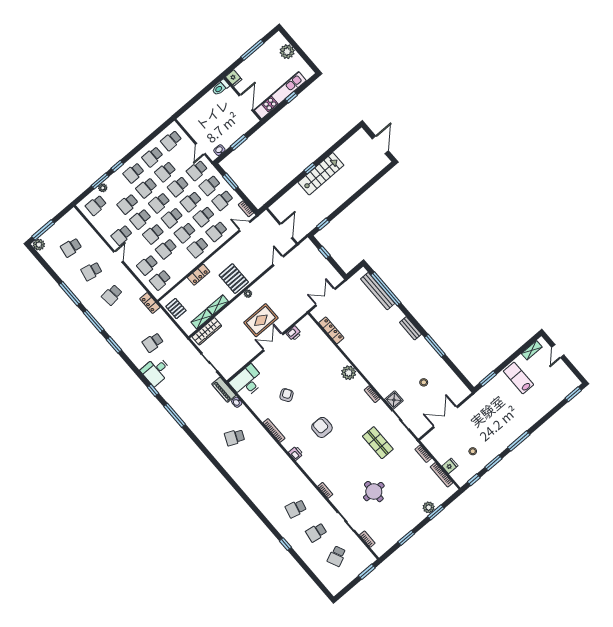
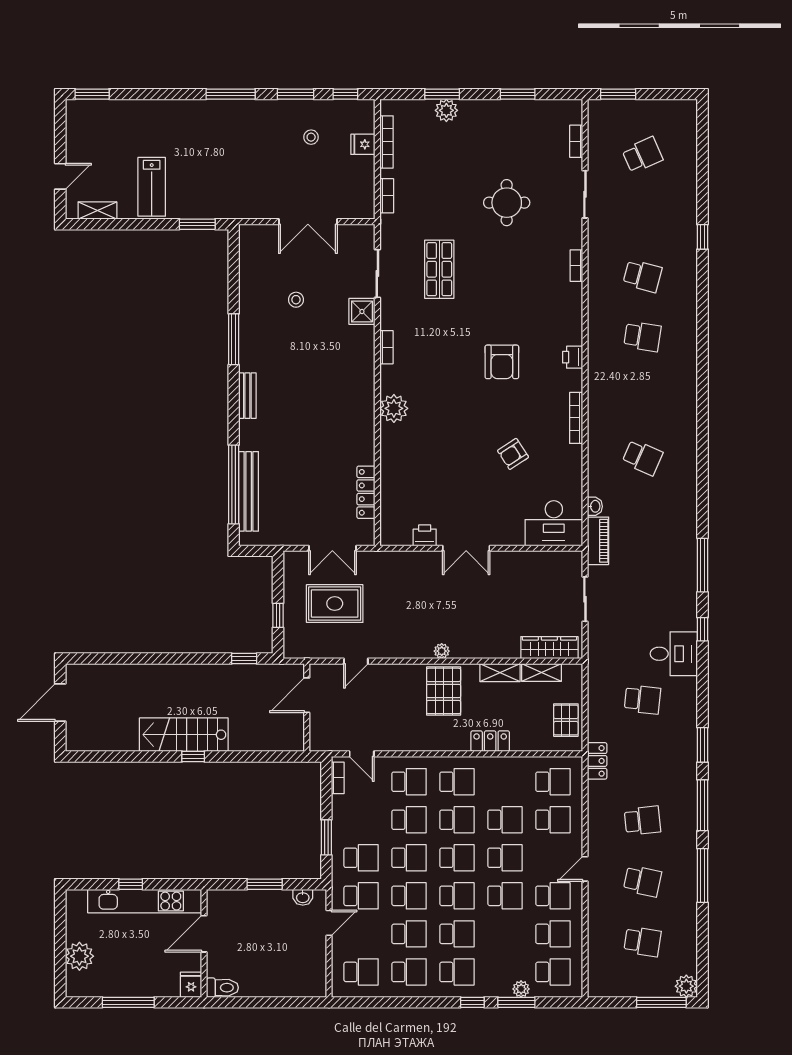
school desk: (223, 200) -> (361, 820), removed
school desk: (128, 204) -> (553, 934), moved
rug: (261, 320) -> (335, 604), moved
school desk: (316, 532) -> (642, 336), moved

